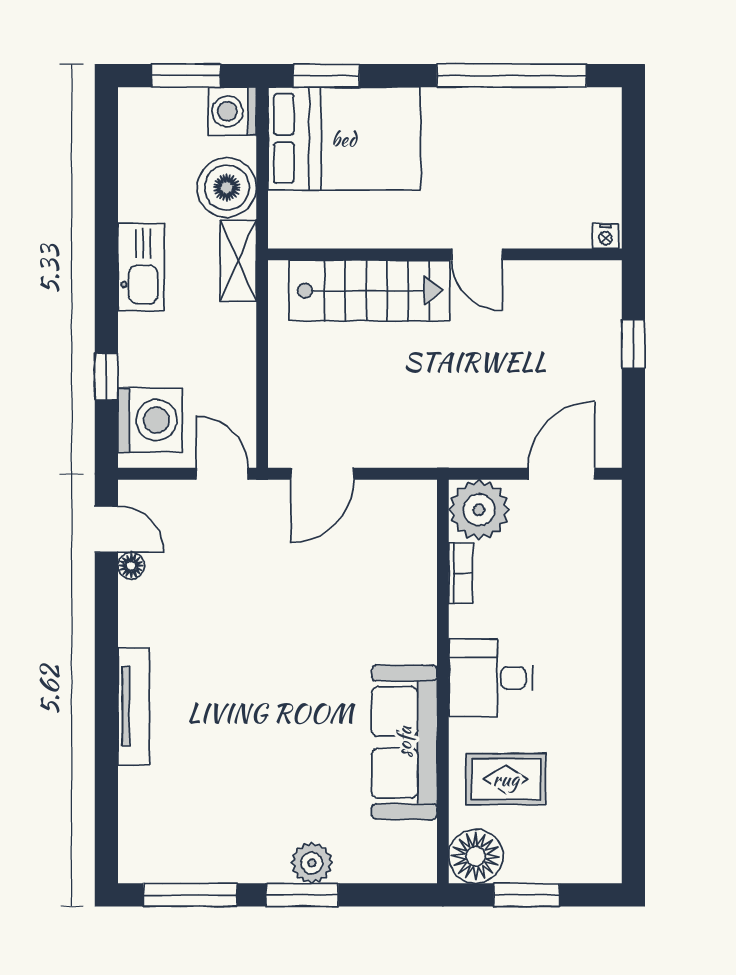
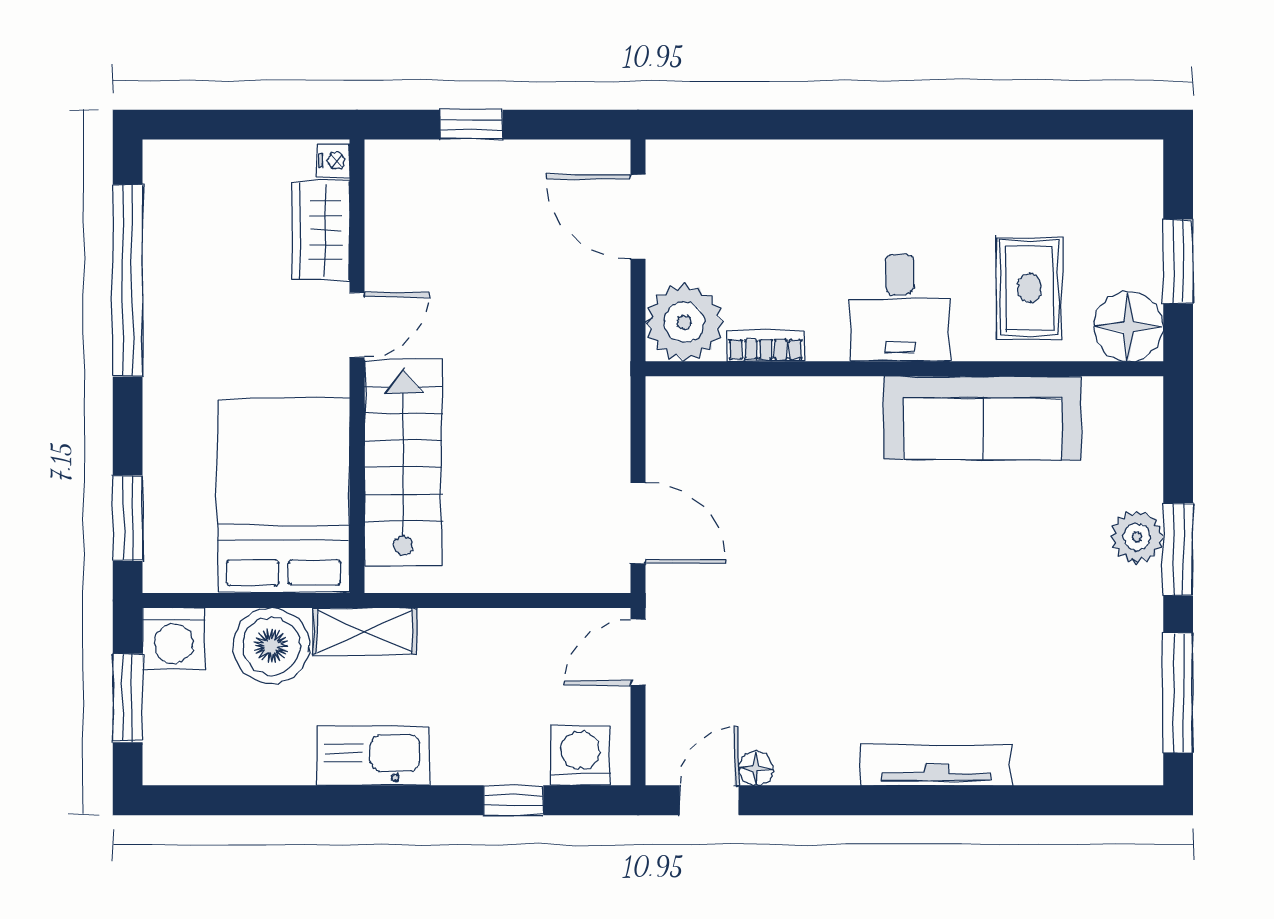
bed: (344, 139) -> (284, 495), moved
wardrobe: (551, 226) -> (321, 231), added
washing machine: (150, 420) -> (580, 755), width x0.73, depth x0.73

